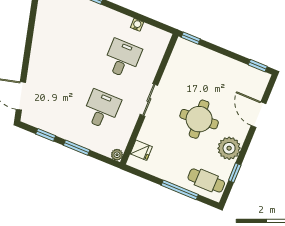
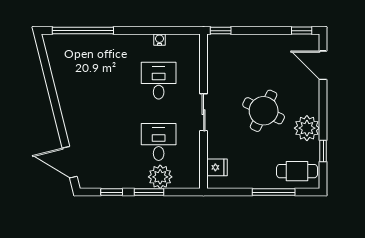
door: (258, 115) -> (323, 65), moved
round table: (199, 119) -> (264, 111), turned 30
plant: (117, 155) -> (160, 177), moved, width x1.88, depth x1.88

